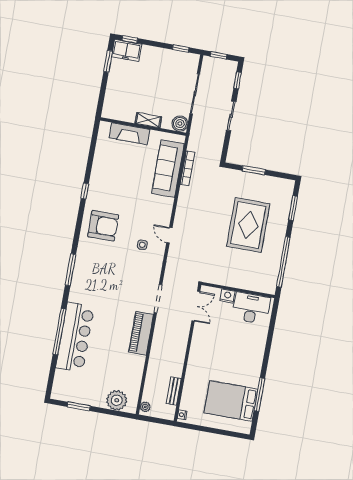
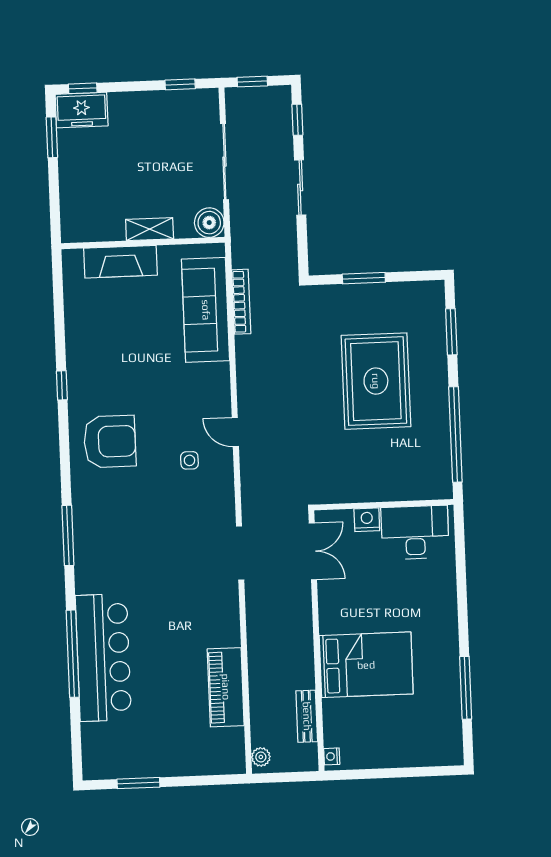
piano: (141, 333) -> (226, 687), moved
plant: (117, 400) -> (206, 756), removed
bed: (231, 401) -> (366, 665), moved, turned 180

